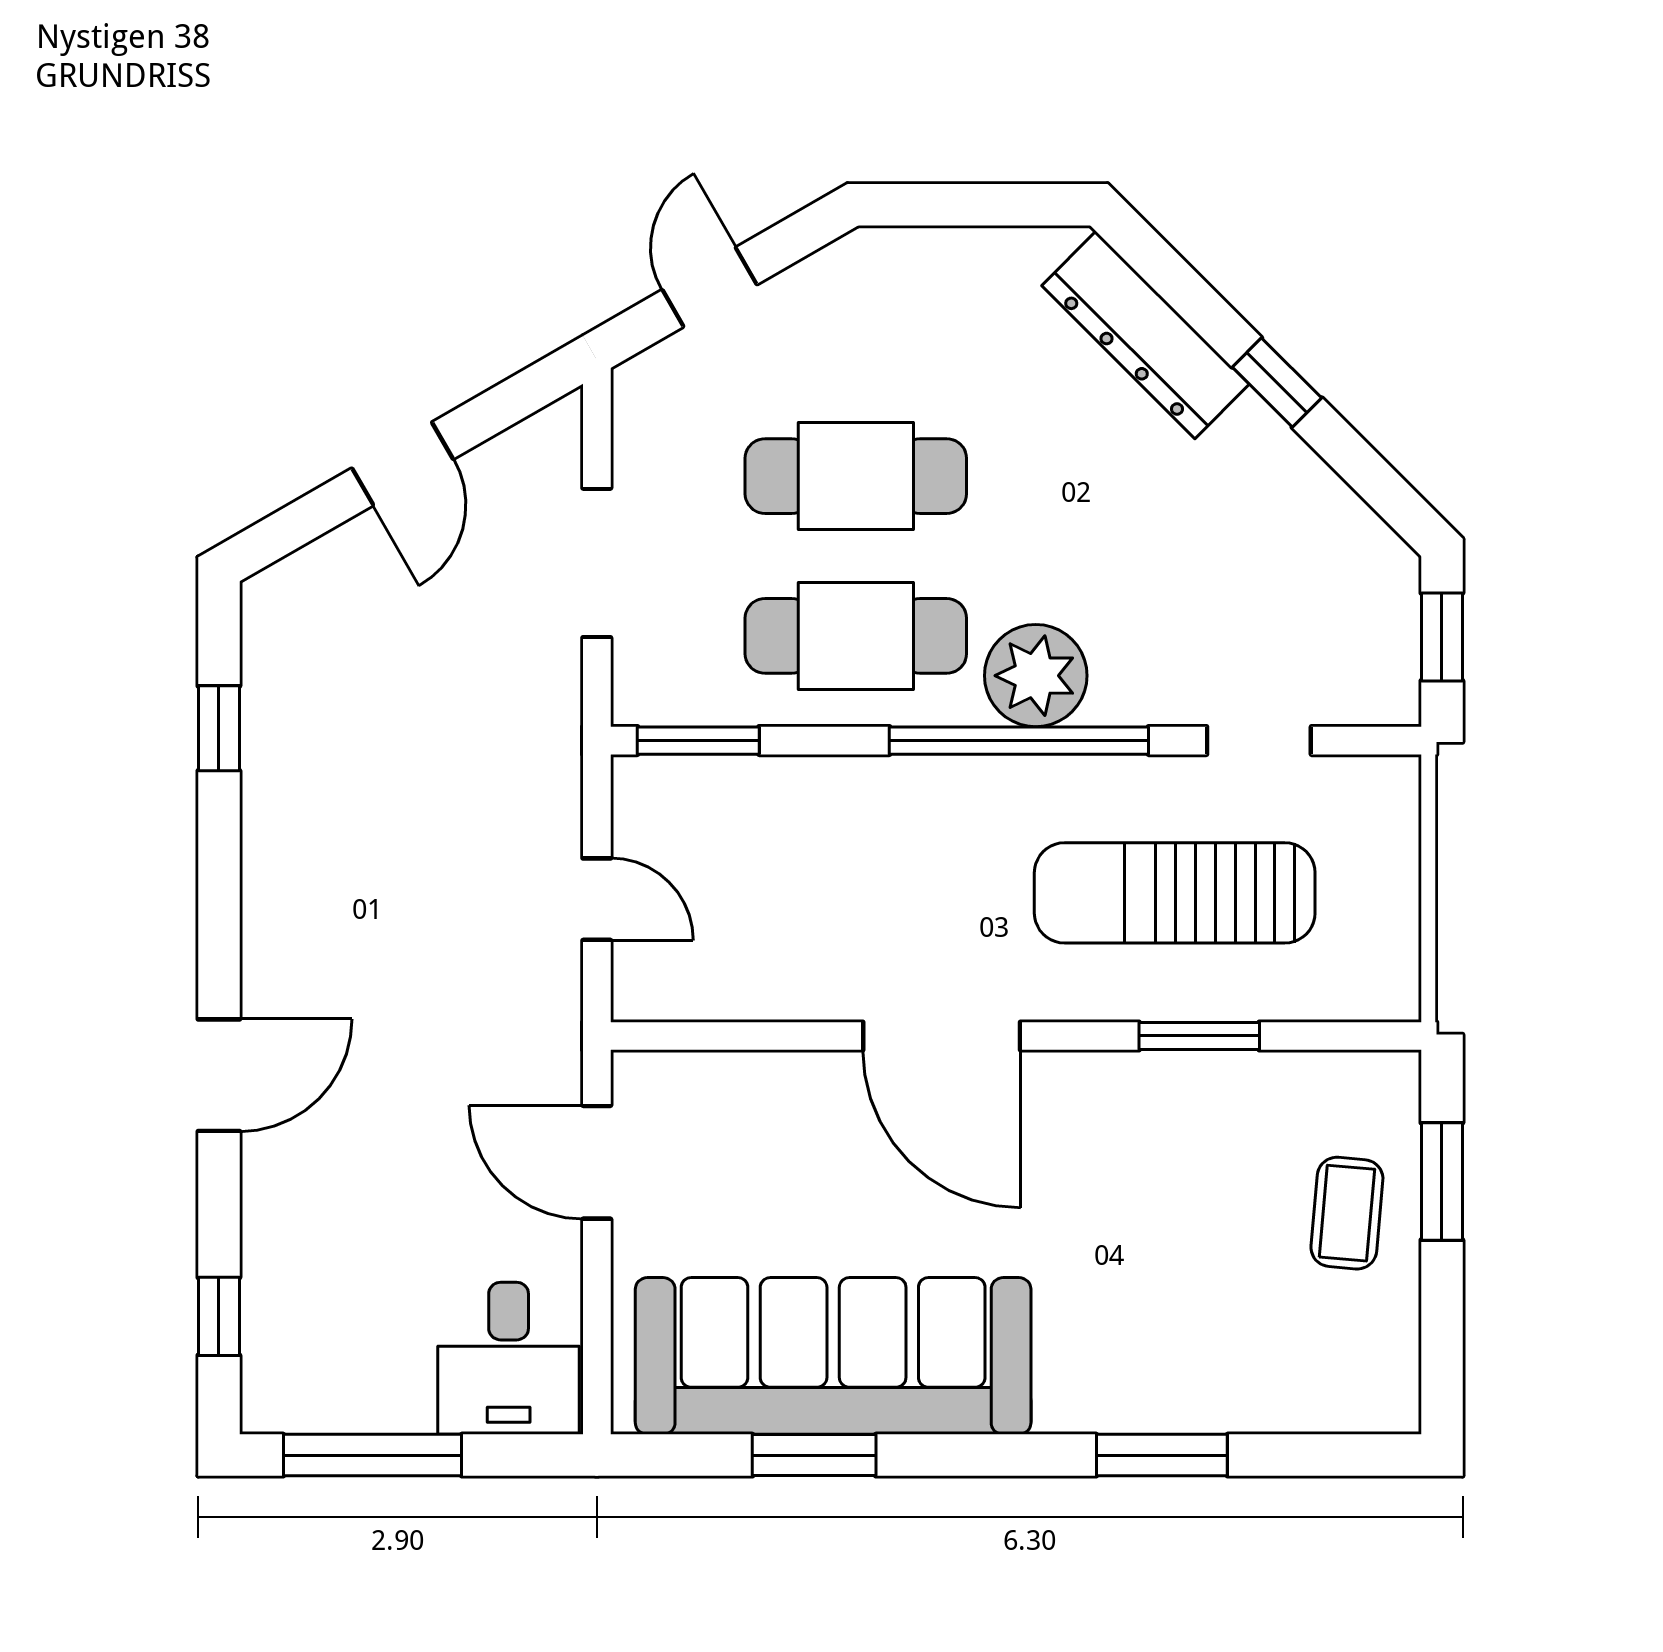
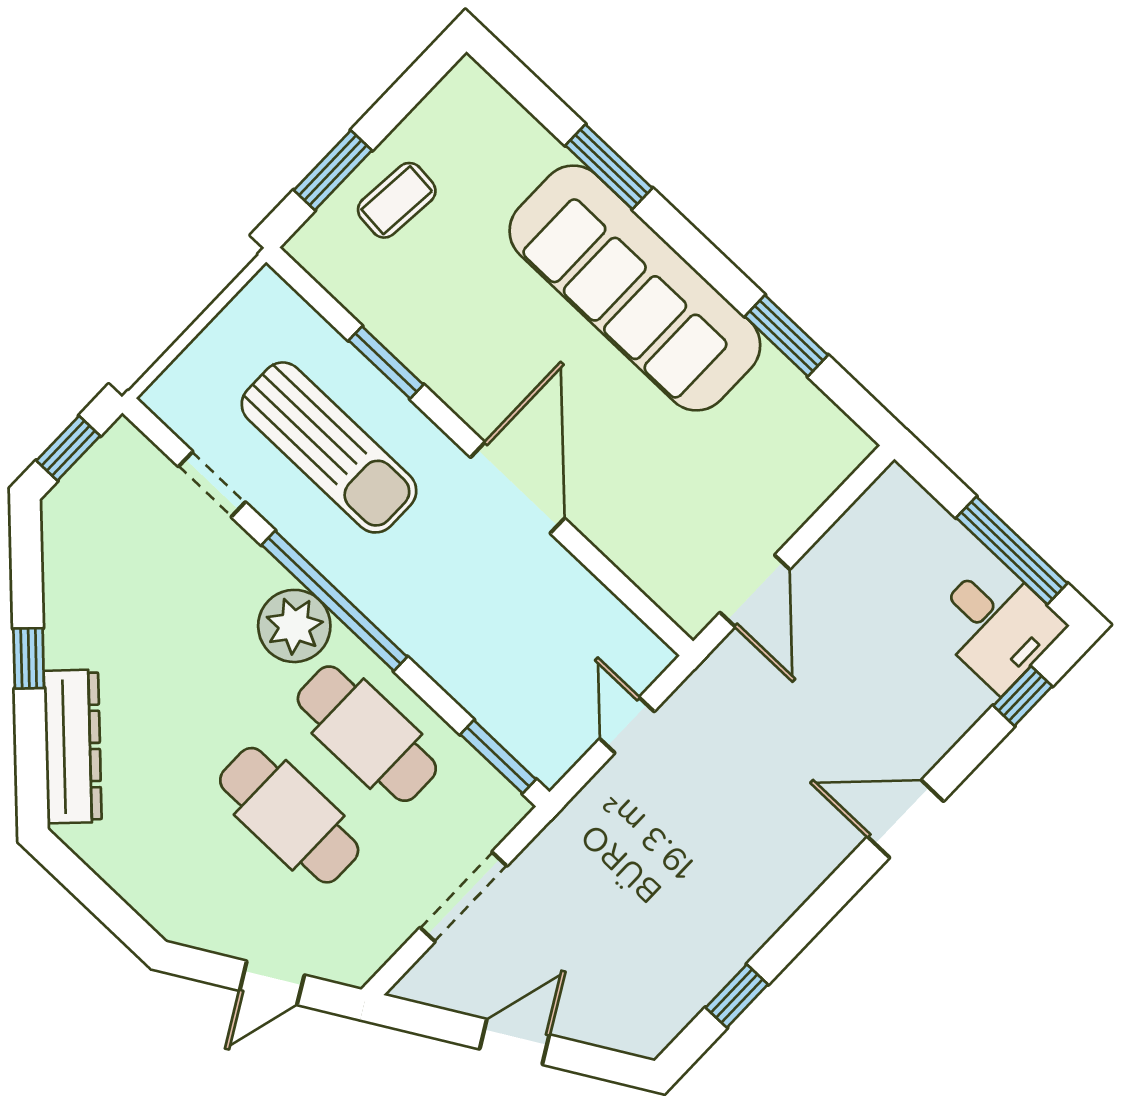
sofa: (833, 1356) -> (635, 288), moved
desk: (509, 1358) -> (996, 625), moved, turned 90

